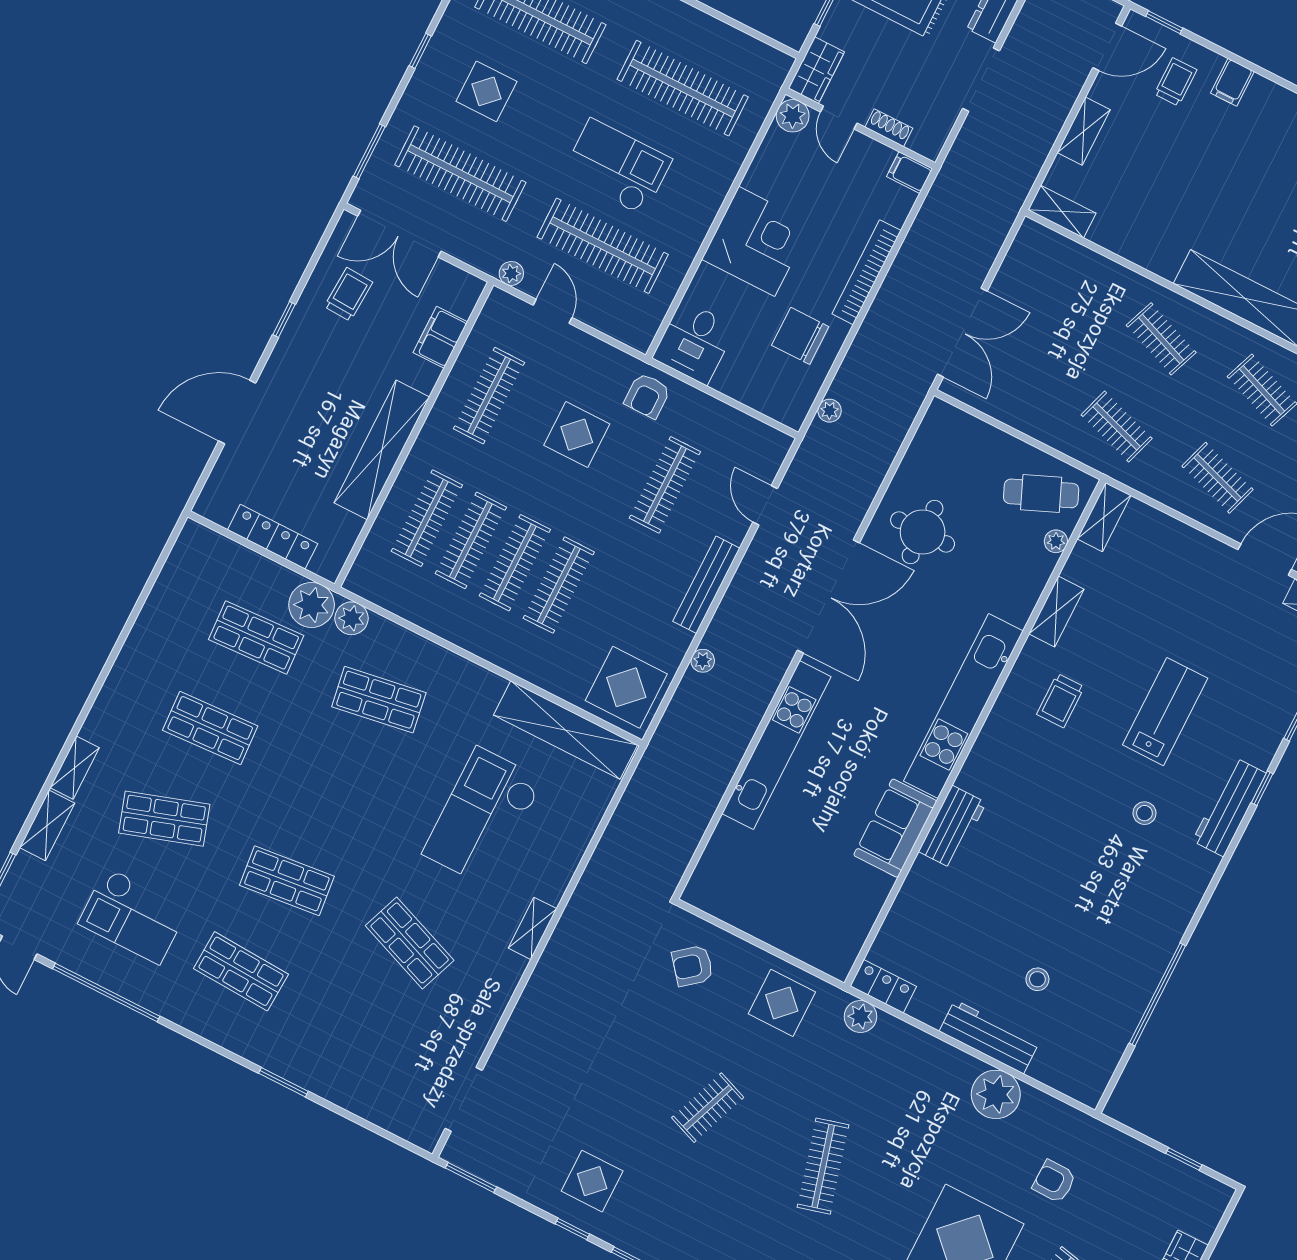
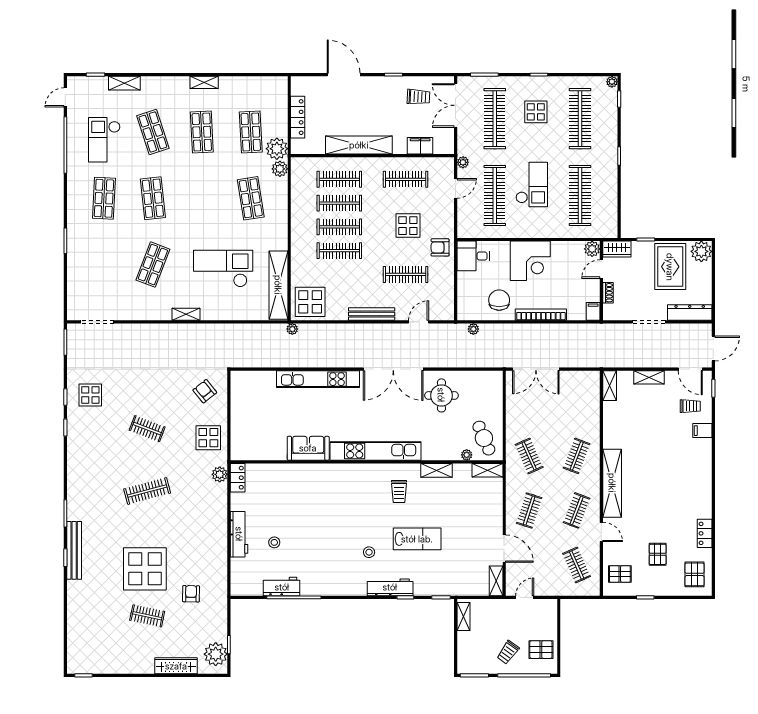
clothes rail: (1117, 427) -> (529, 456), turned -42
plant: (703, 661) -> (292, 329), moved
trolley: (1060, 701) -> (399, 492), turned -90
shelving: (75, 768) -> (204, 82), moved
workbench: (952, 827) -> (282, 587), moved, turned 180
plant: (996, 1094) -> (216, 654), moved

